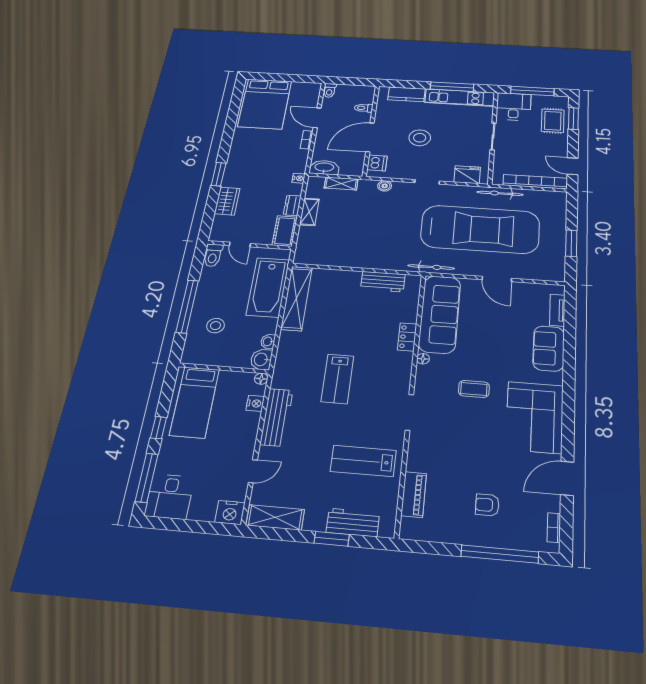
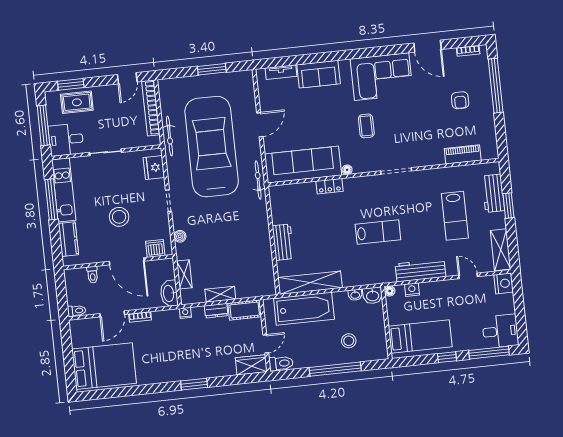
wardrobe: (227, 201) -> (251, 365), moved
workbench: (383, 282) -> (283, 242), moved
lab bench: (363, 461) -> (455, 216), moved

